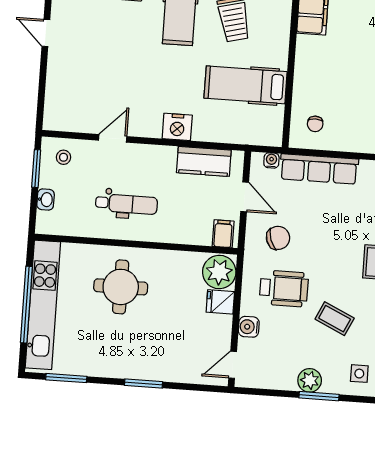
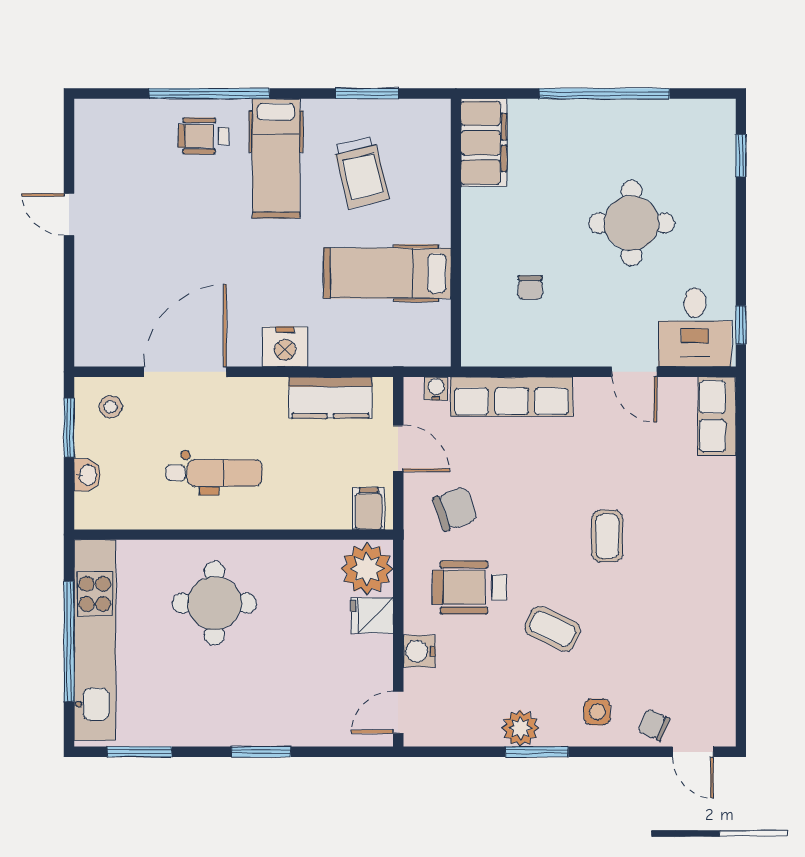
chair: (315, 124) -> (530, 288), moved
door: (113, 138) -> (185, 372), width x1.88
wheelchair: (284, 288) -> (470, 587), turned 180

